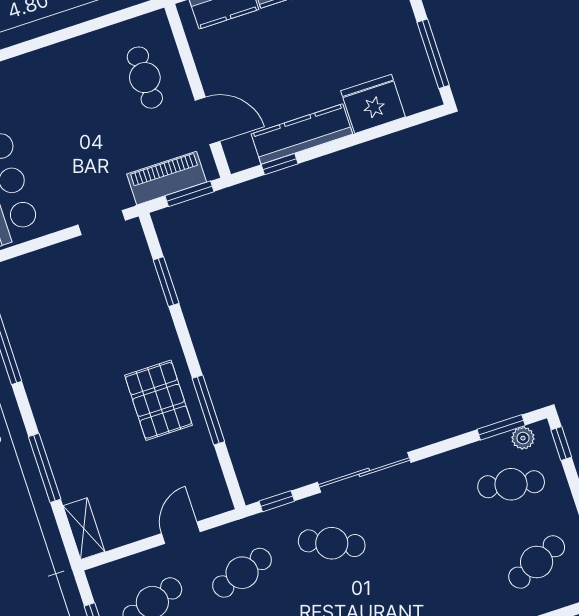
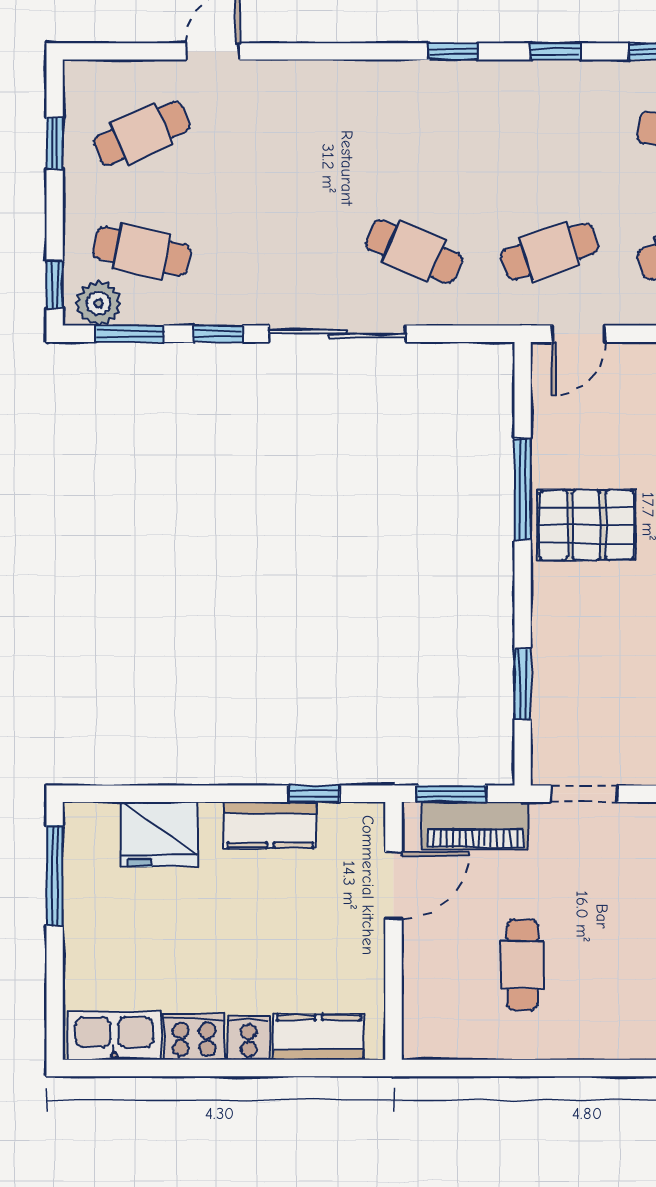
cafe table: (145, 78) -> (522, 965), moved
door: (208, 121) -> (394, 886), swing flipped
kitchen counter: (302, 134) -> (270, 825), width x0.67
pallet: (158, 400) -> (586, 525), turned 90
plant: (523, 438) -> (98, 303), width x1.38, depth x1.38
window: (277, 501) -> (218, 334), moved
door: (181, 533) -> (579, 334), moved

